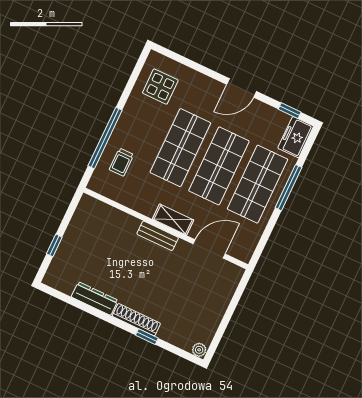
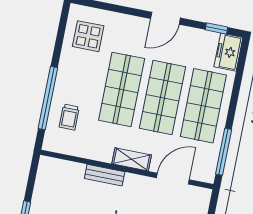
window: (288, 188) -> (224, 152), moved
bench: (158, 236) -> (105, 175), moved

